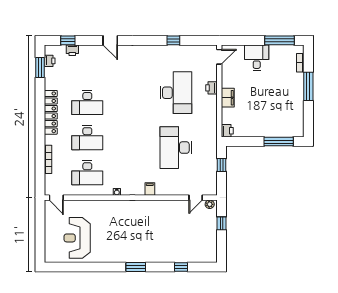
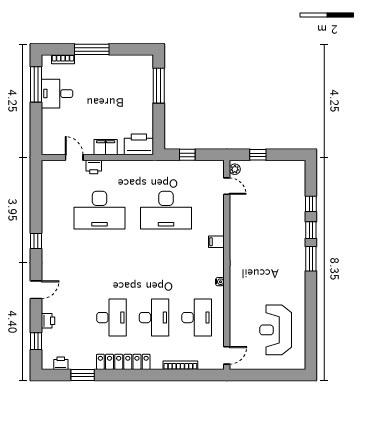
window: (173, 40) -> (36, 241), moved
printer: (72, 50) -> (48, 321), moved
door: (219, 57) -> (74, 157), moved
desk: (257, 58) -> (57, 94), moved
window: (40, 67) -> (83, 375), moved
desk: (176, 93) -> (99, 210), turned 180
printer: (227, 131) -> (139, 144), width x1.87, depth x1.48
reception desk: (77, 238) -> (276, 330), turned 90
window: (159, 267) -> (311, 230), added

